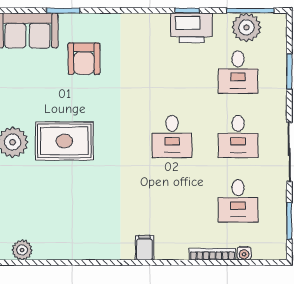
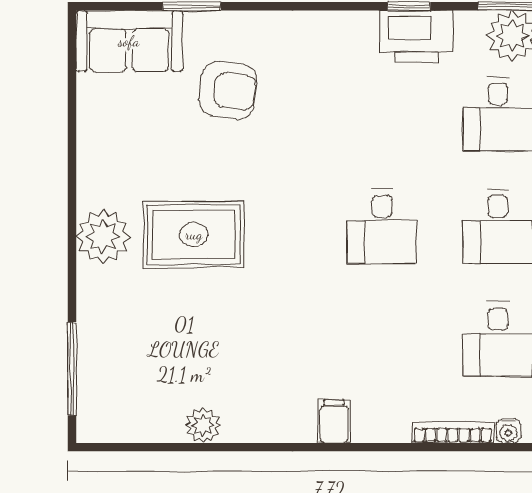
armchair: (84, 59) -> (228, 90), turned -82
plant: (22, 250) -> (203, 425), moved

